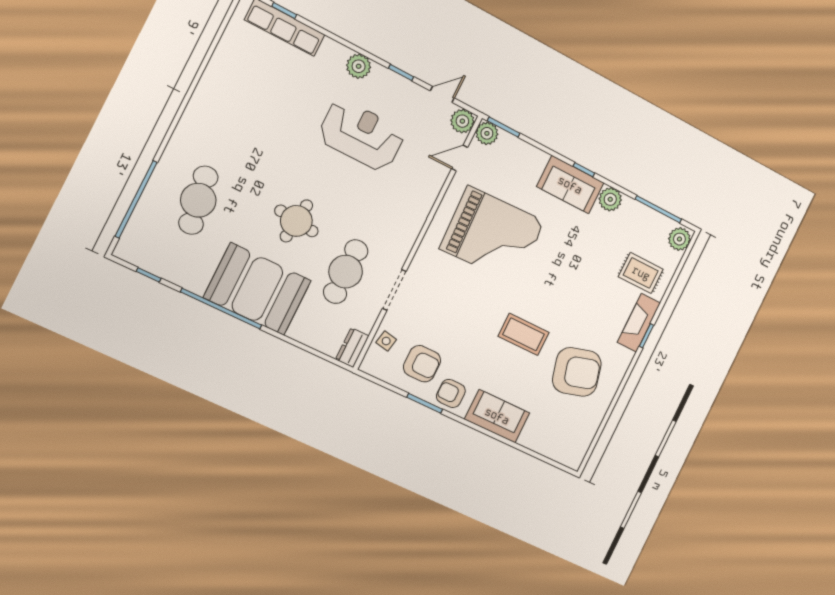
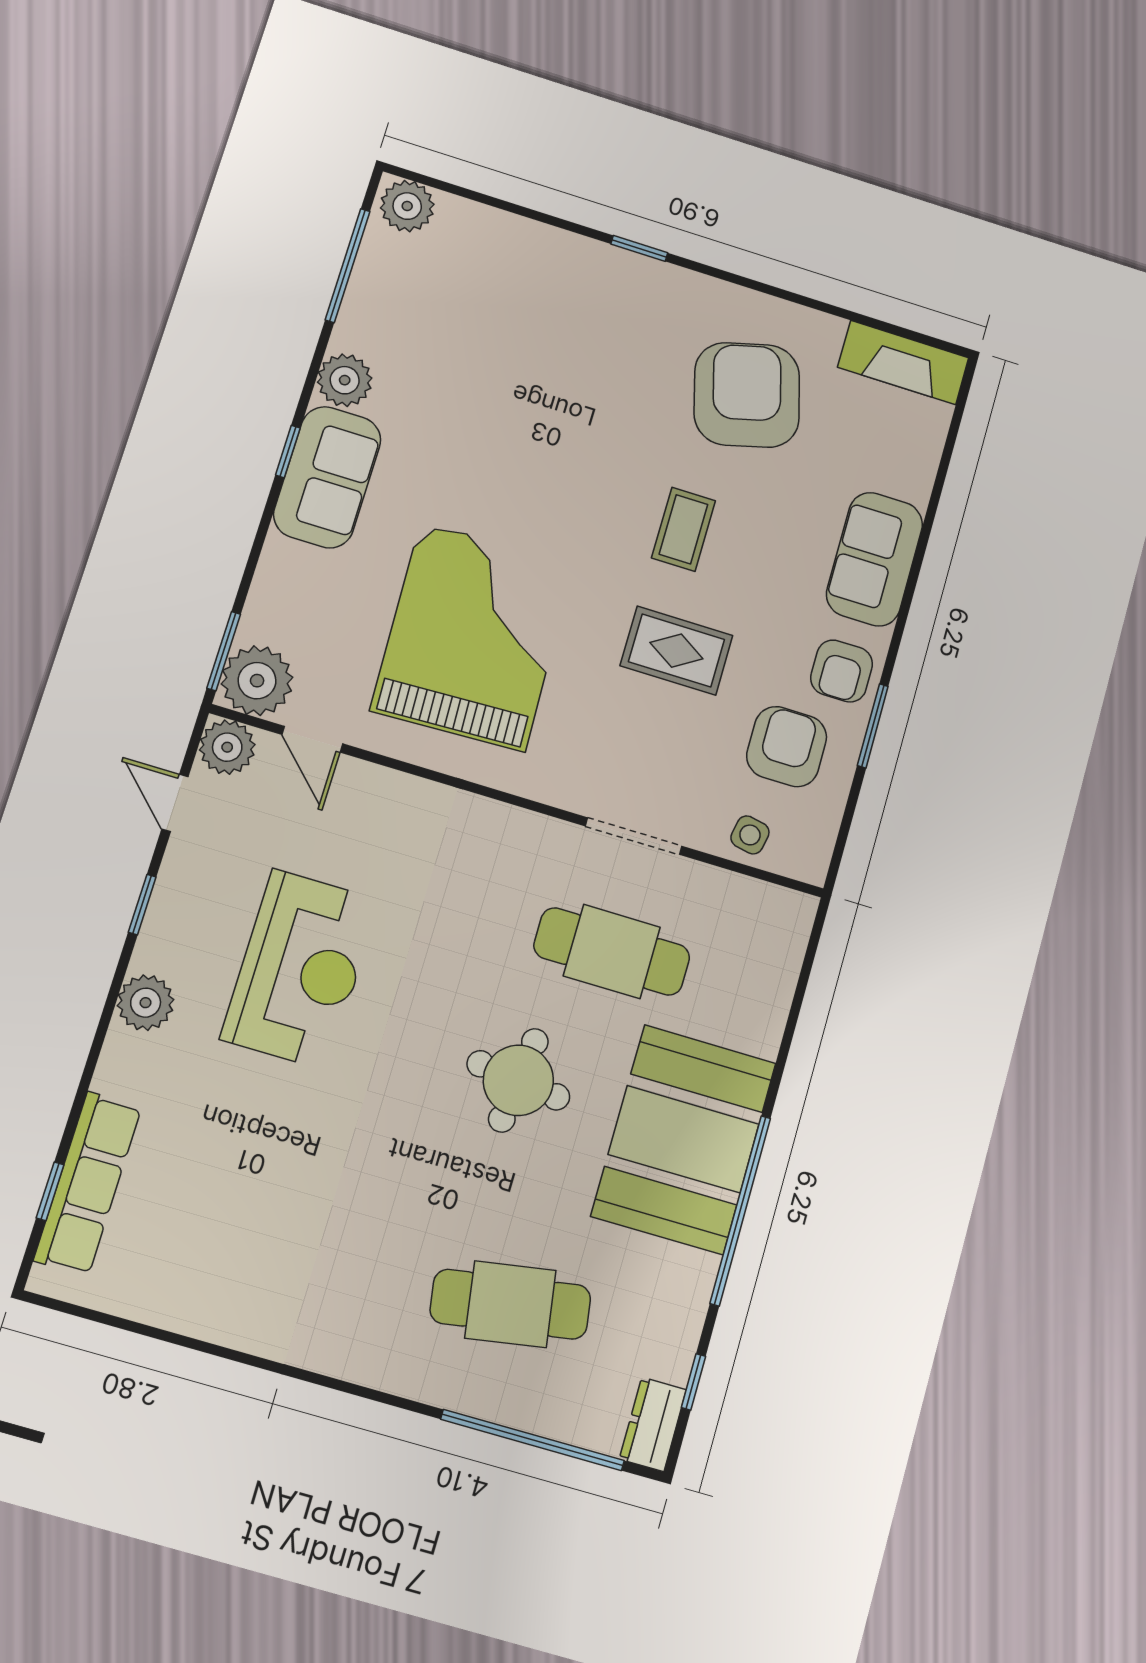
plant: (487, 133) -> (257, 681), width x1.36, depth x1.36
reception desk: (362, 135) -> (300, 969), turned 180
rug: (641, 273) -> (676, 651), moved, turned 90
fireplace: (639, 323) -> (903, 363), moved
coffee table: (524, 334) -> (683, 529), width x0.73, depth x0.77
dresser: (352, 348) -> (653, 1424), moved, turned 90

